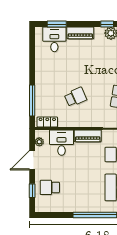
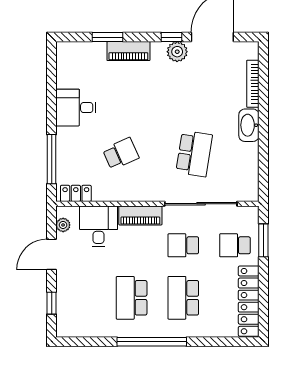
window: (57, 24) -> (107, 37), moved
desk: (54, 39) -> (76, 108), moved, turned -90
school desk: (50, 187) -> (132, 298), moved, width x1.85

